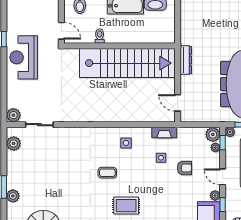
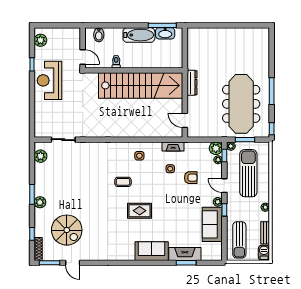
plant: (13, 115) -> (40, 40), moved

